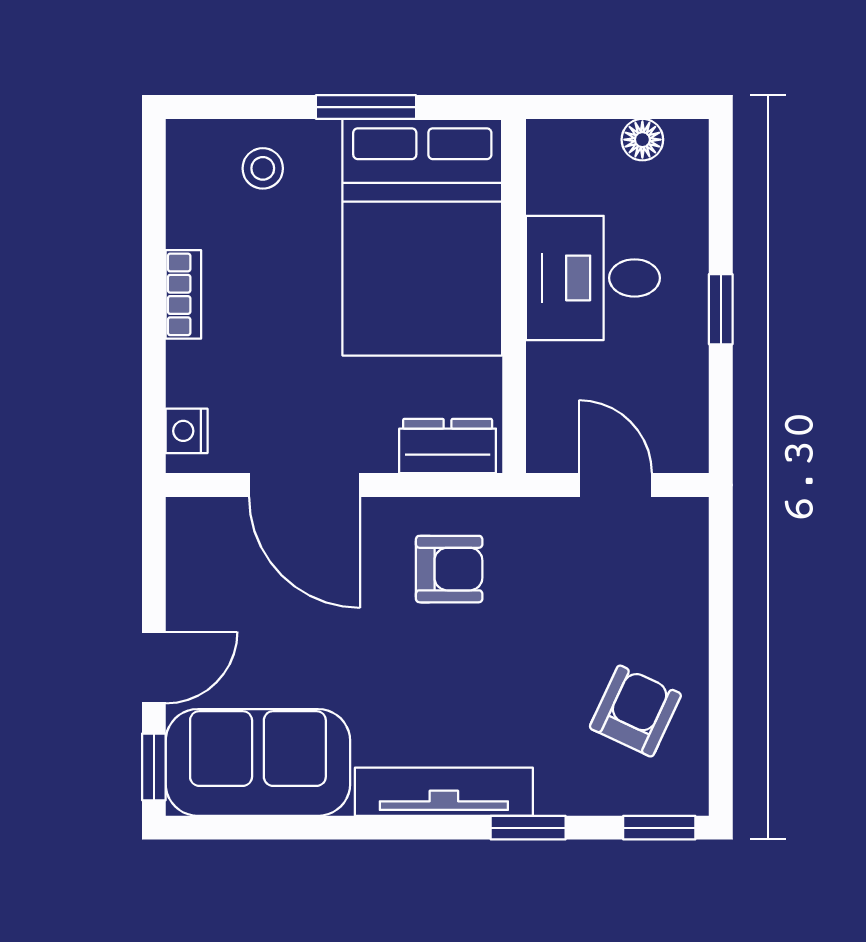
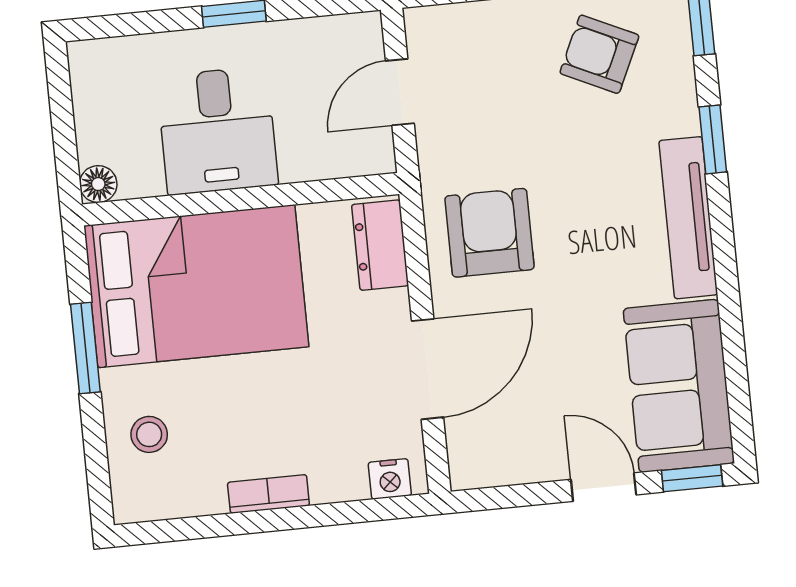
floor lamp: (642, 140) -> (98, 184), moved
armchair: (449, 569) -> (490, 233), width x1.38, depth x1.38

